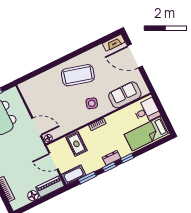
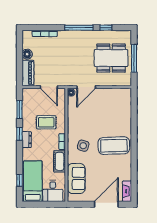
coffee table: (78, 75) -> (114, 146), turned 73
rug: (76, 144) -> (46, 122), moved
window: (127, 158) -> (19, 180), moved
door: (53, 161) -> (49, 87), swing flipped
cot: (74, 175) -> (60, 161), moved

